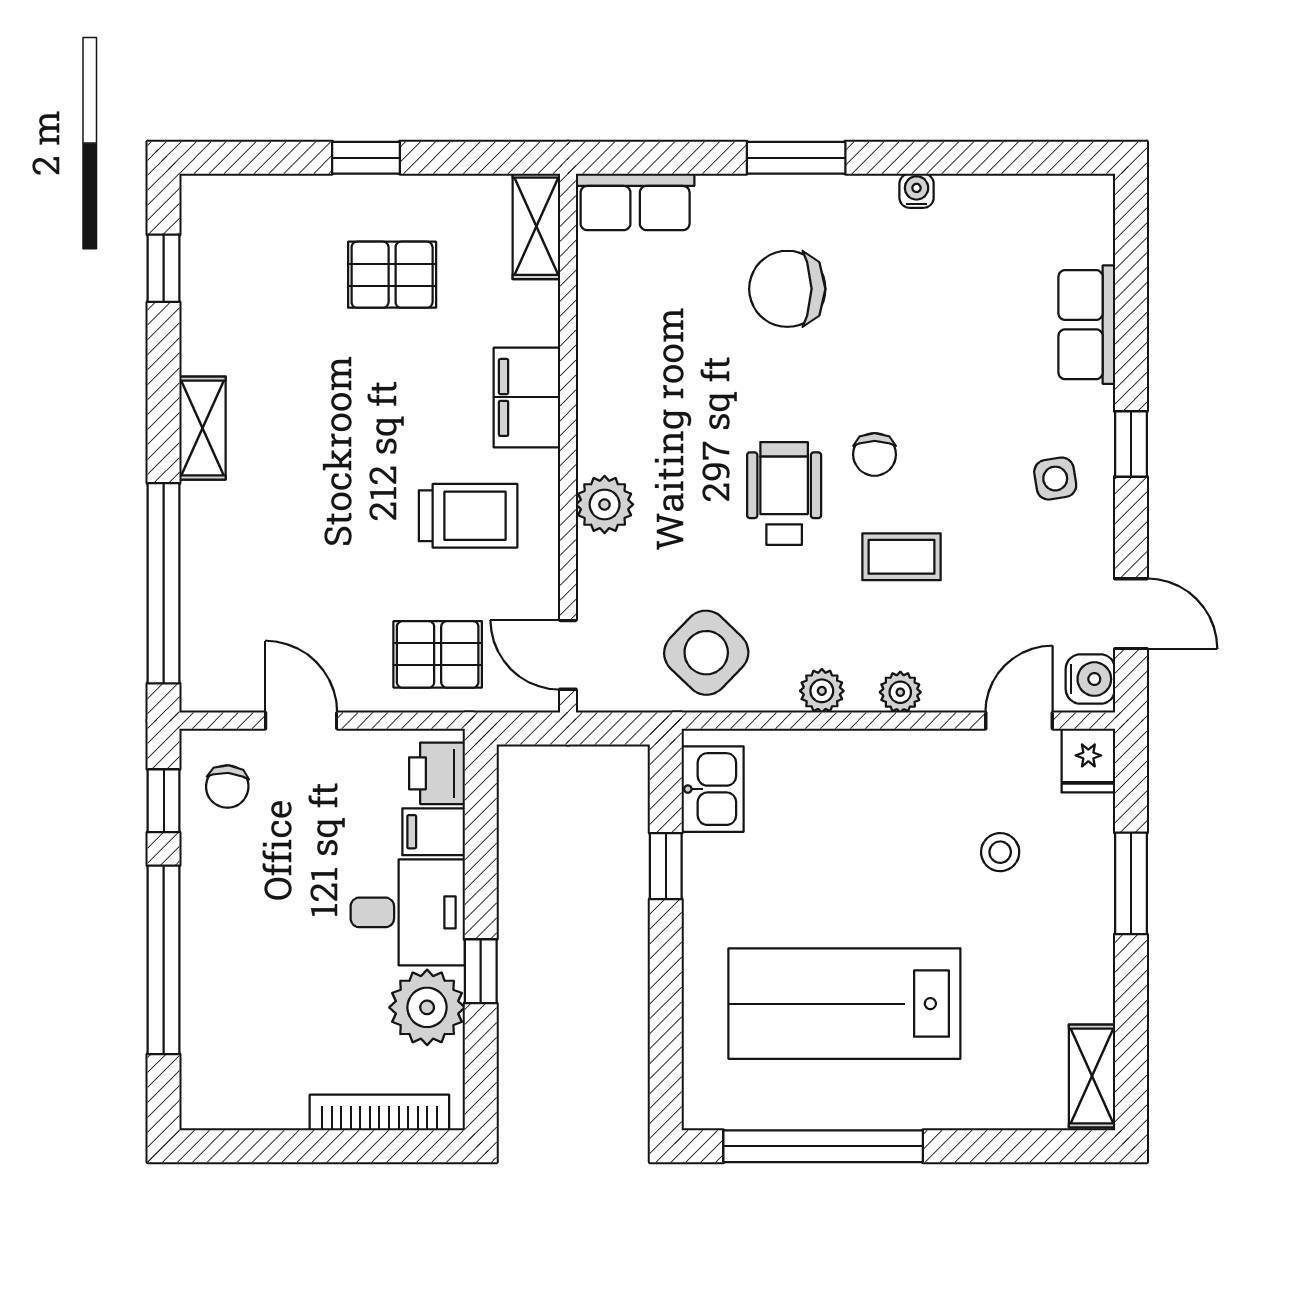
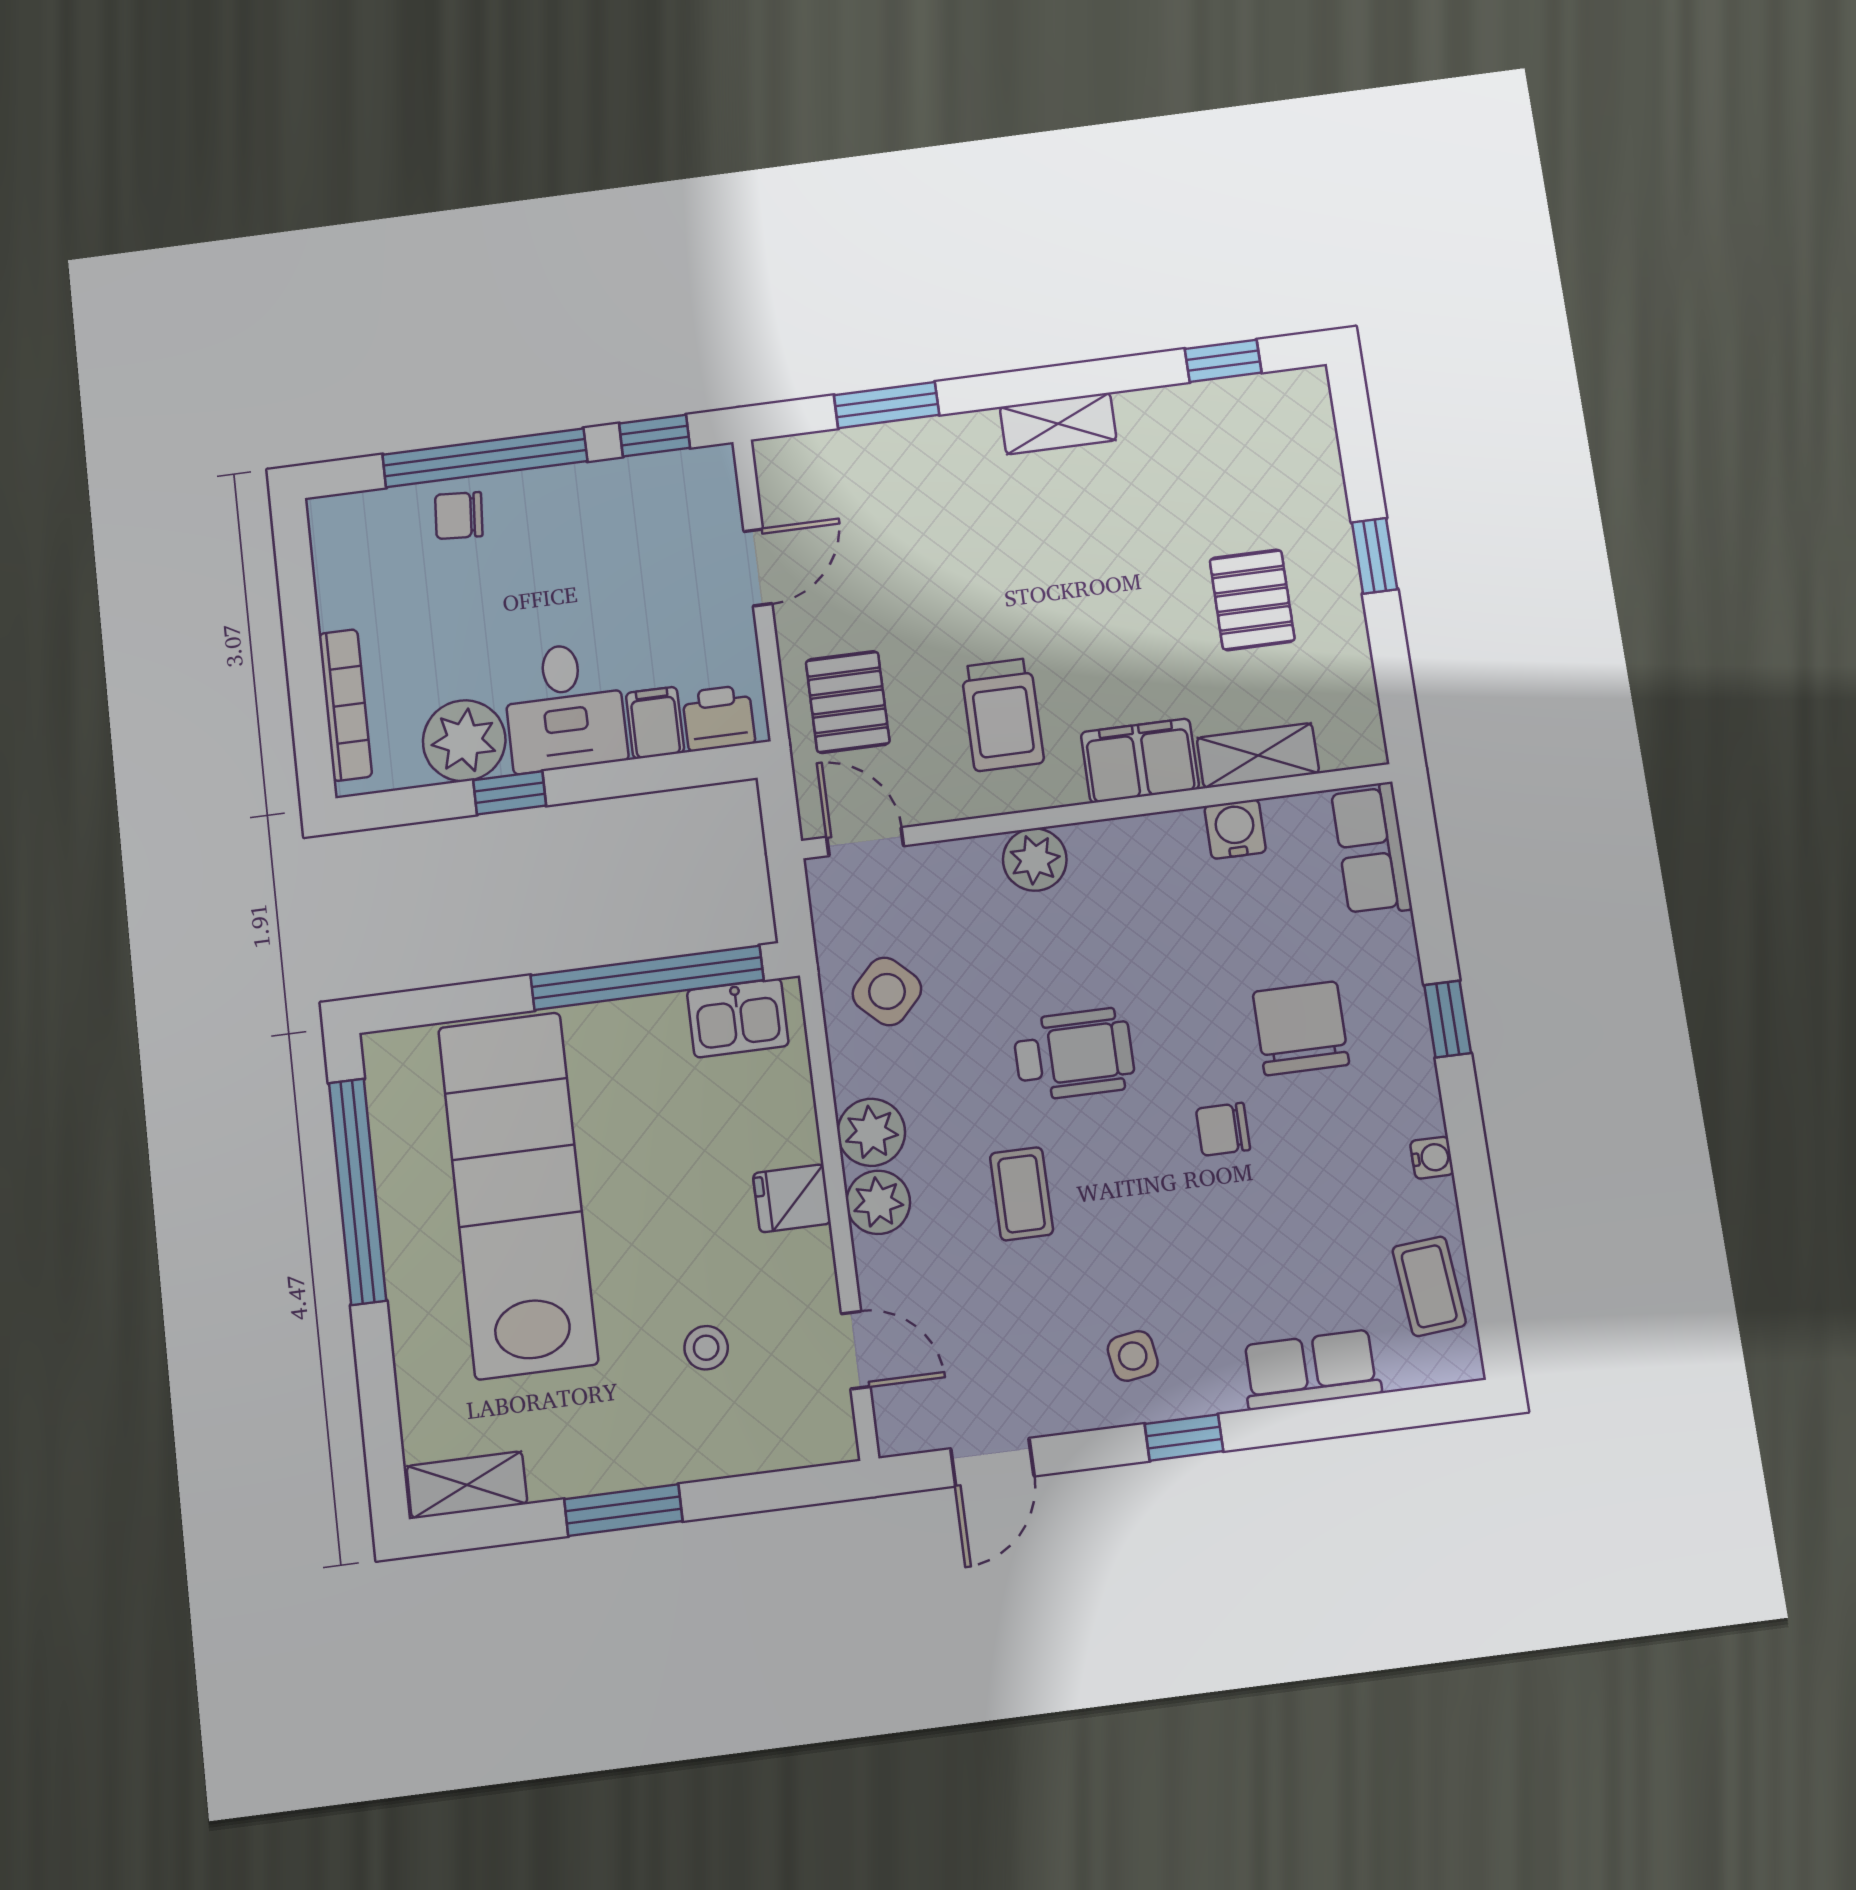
window: (796, 158) -> (1448, 1019), width x0.67
coffee table: (1028, 211) -> (1429, 1286), added
shelving: (536, 226) -> (1258, 756), moved
chair: (875, 454) -> (1223, 1129), moved
window: (164, 583) -> (887, 405), width x0.47
side table: (706, 653) -> (887, 991), width x0.73, depth x0.73
door: (568, 655) -> (865, 842), hinge flipped
water cooler: (1090, 679) -> (1235, 829), moved, turned 180
plant: (822, 691) -> (871, 1132), width x1.38, depth x1.38
plant: (900, 692) -> (878, 1202), width x1.38, depth x1.38
fridge: (1088, 761) -> (792, 1198), moved
chair: (227, 787) -> (459, 515), moved
window: (666, 866) -> (647, 978), width x3.17
window: (1131, 883) -> (623, 1510), moved
lab bench: (844, 1004) -> (518, 1195), width x1.36

